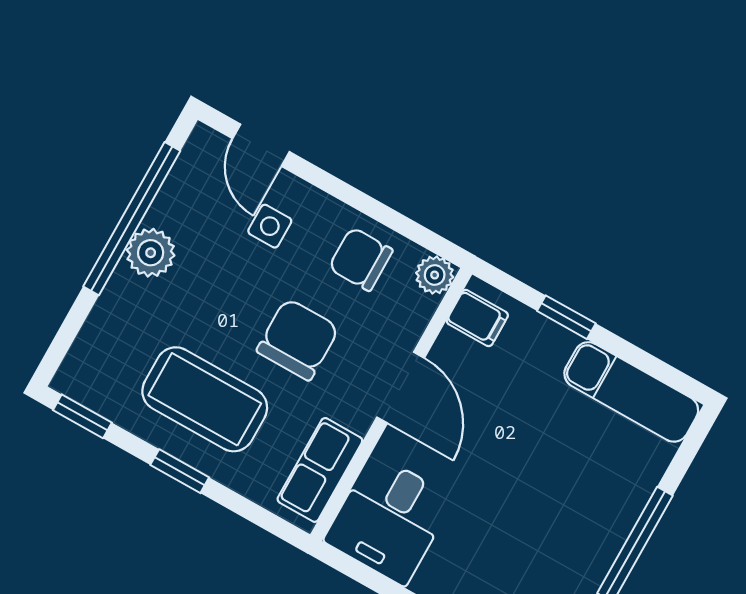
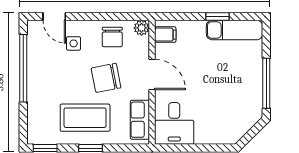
plant: (151, 253) -> (37, 77), removed
chair: (361, 259) -> (112, 37), turned -90
window: (566, 317) -> (218, 17), moved
chair: (298, 339) -> (106, 78), turned -101

